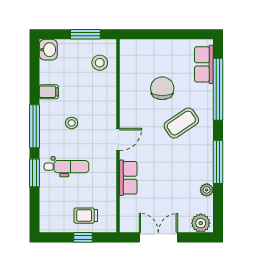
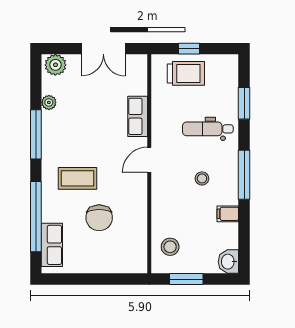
coffee table: (181, 123) -> (78, 178), turned 34
window: (35, 173) -> (244, 103), moved
trolley: (86, 216) -> (186, 73), width x1.36, depth x1.39

